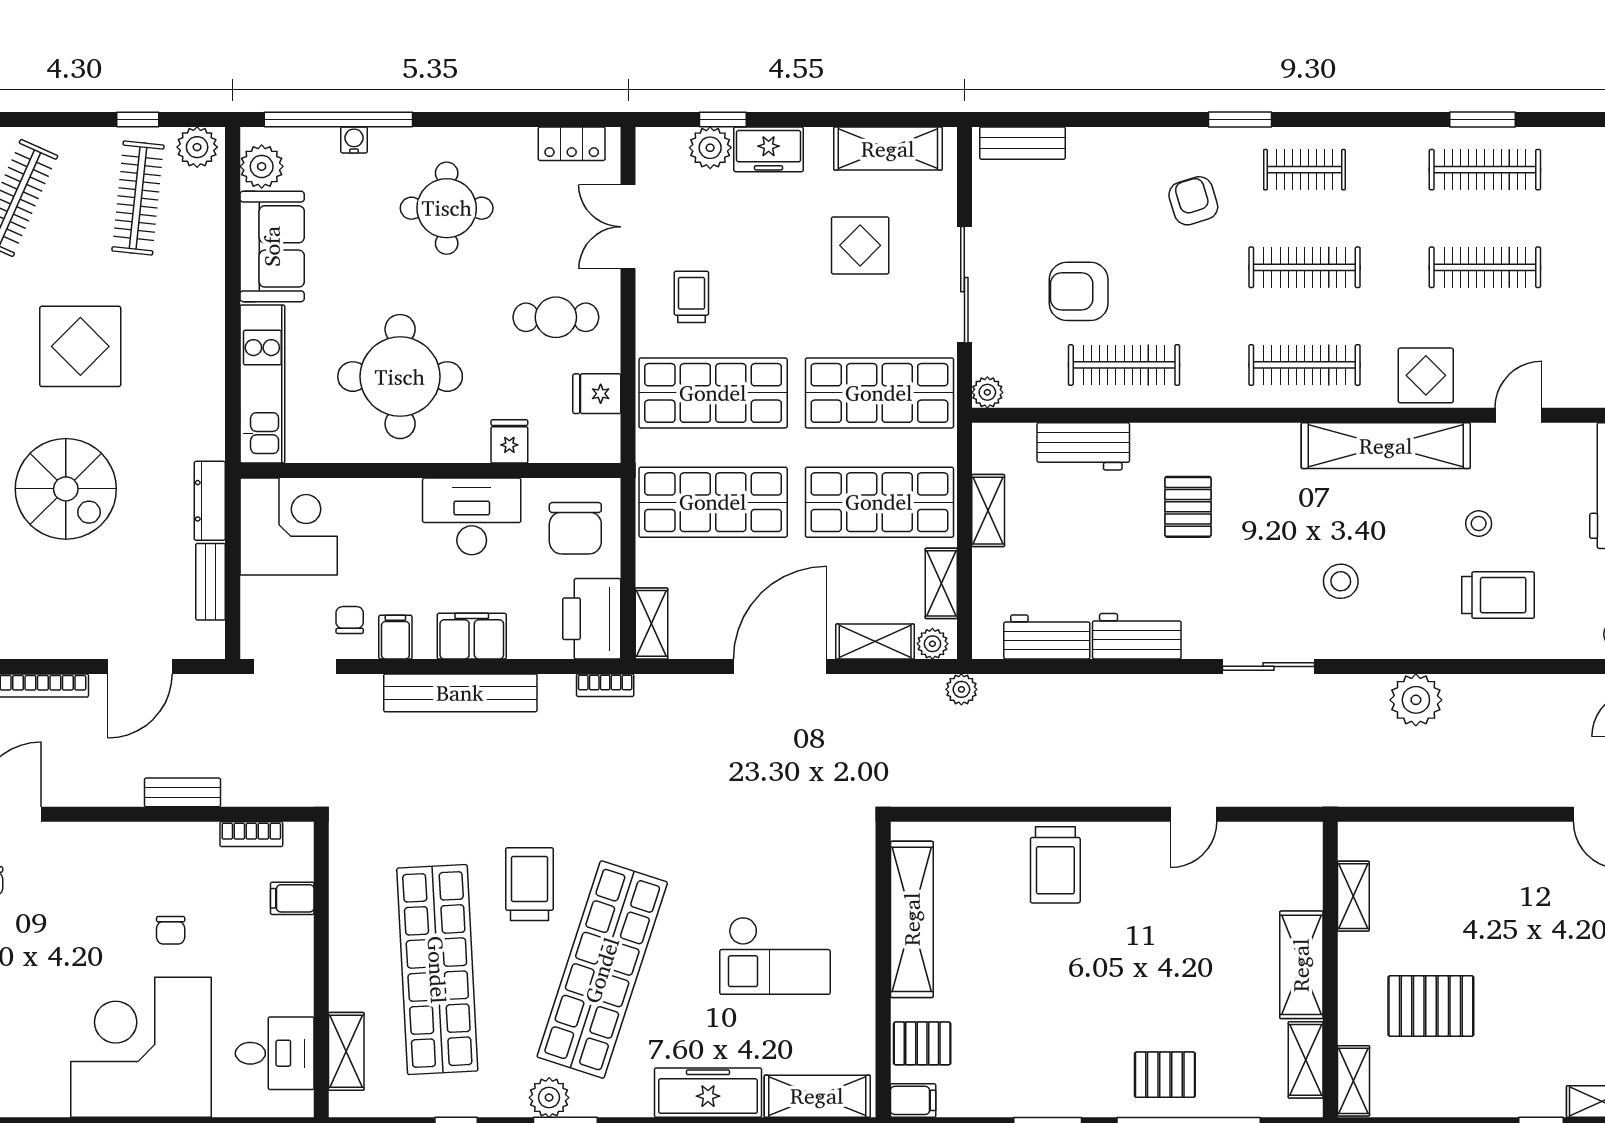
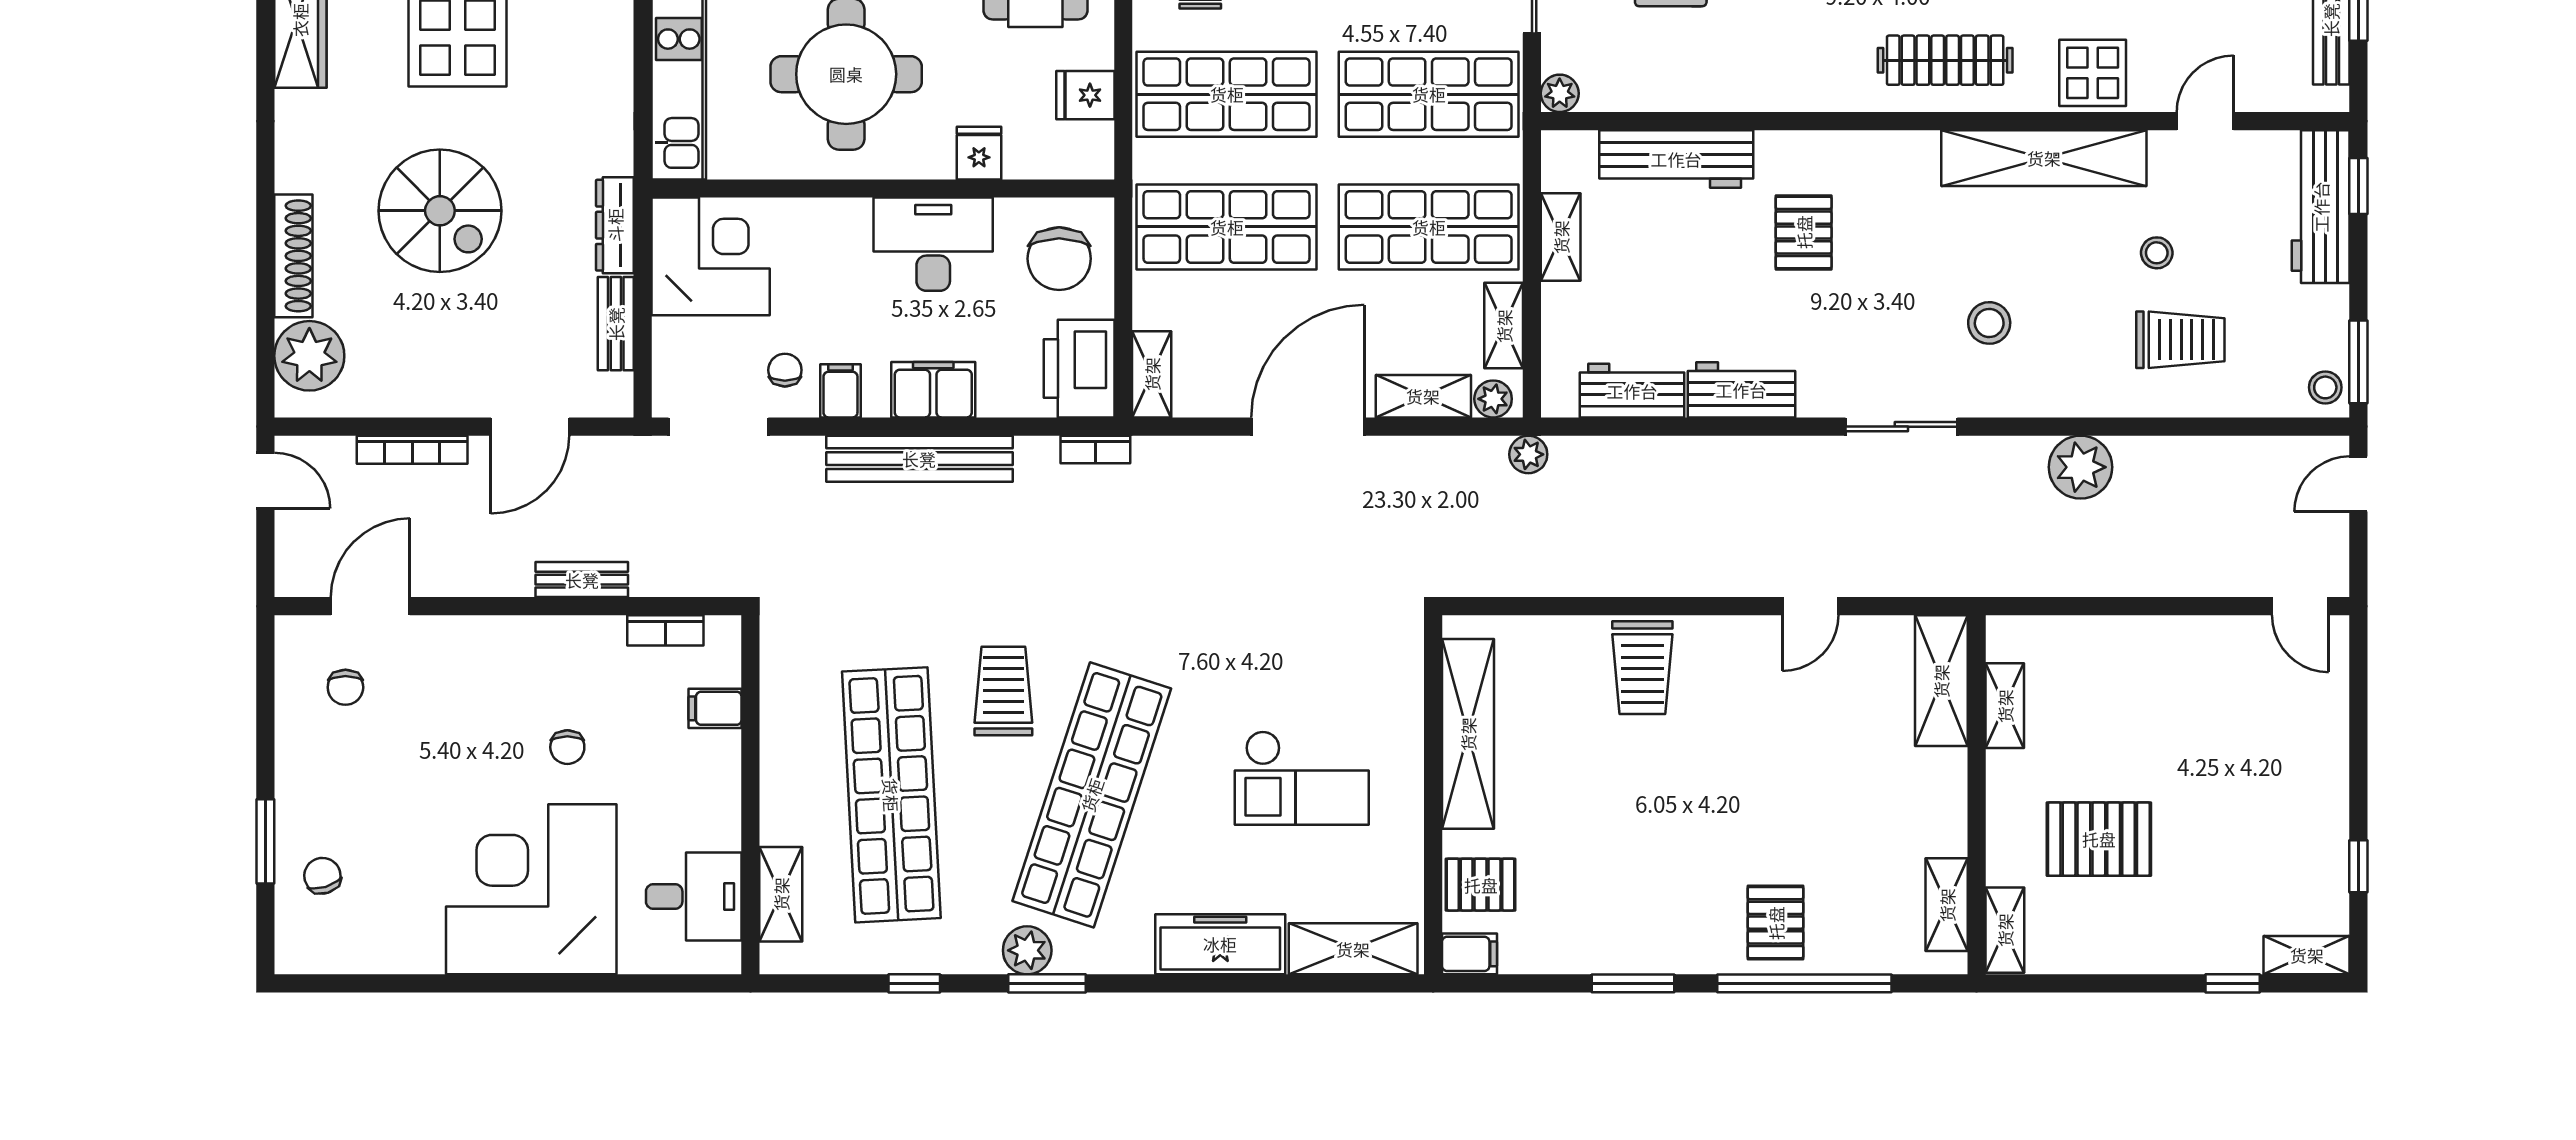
clothes rail: (1124, 365) -> (1726, 60), removed
workbench: (1083, 446) -> (1676, 159), width x1.37
shelving: (1301, 965) -> (1941, 681), moved
pallet: (1165, 1075) -> (1776, 923), turned 90

